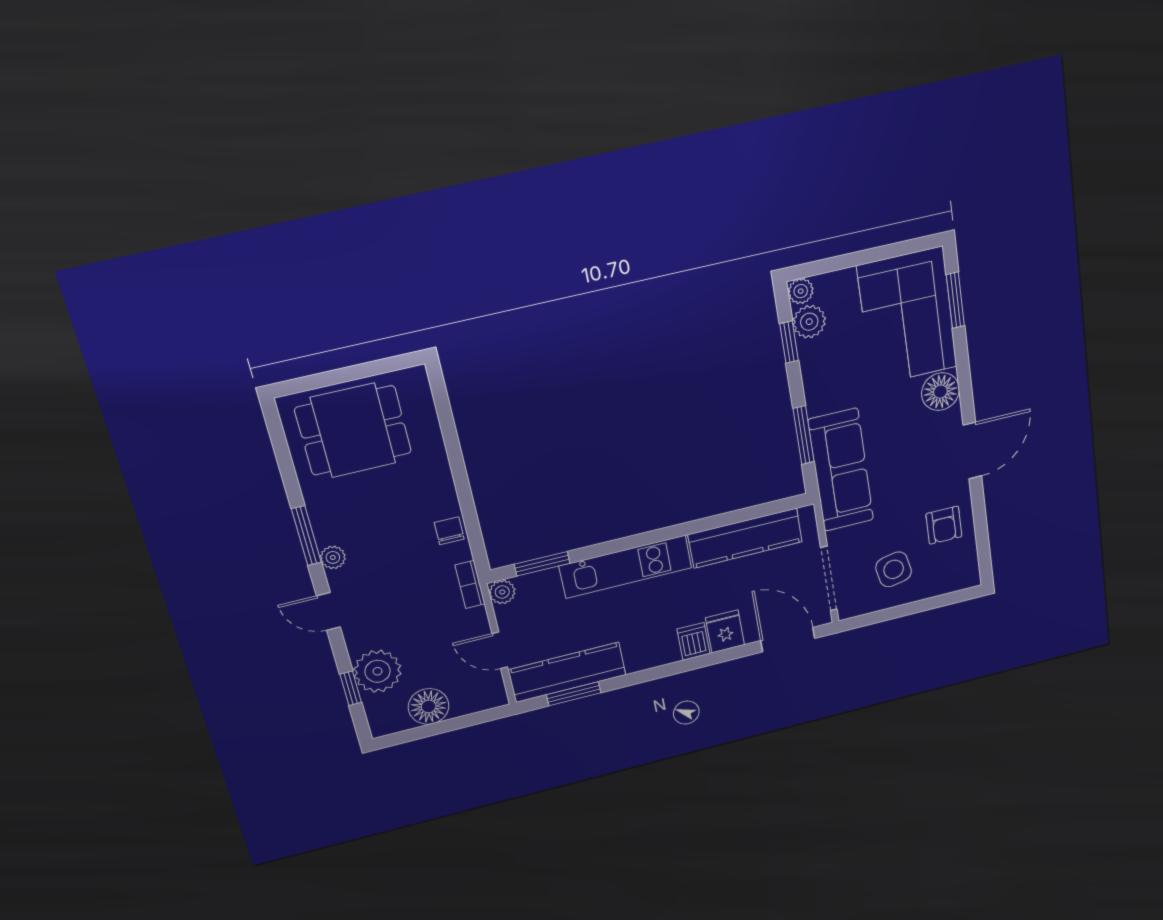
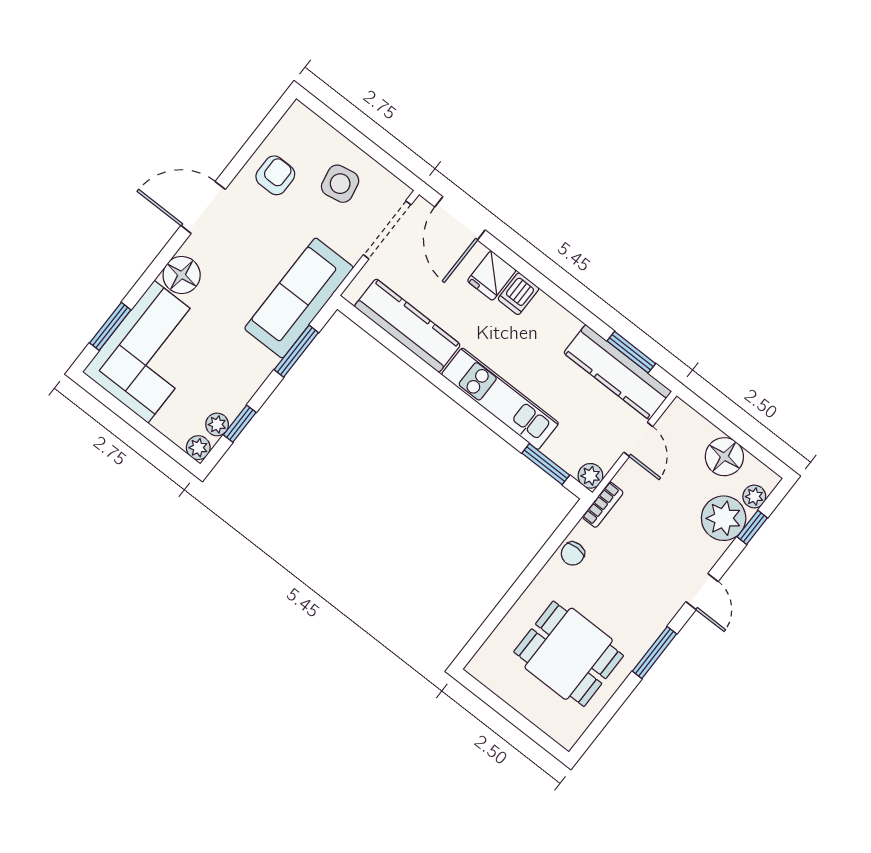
plant: (809, 322) -> (217, 424), width x0.73, depth x0.73
dining table: (353, 430) -> (569, 654), moved
plant: (333, 557) -> (754, 496), moved

